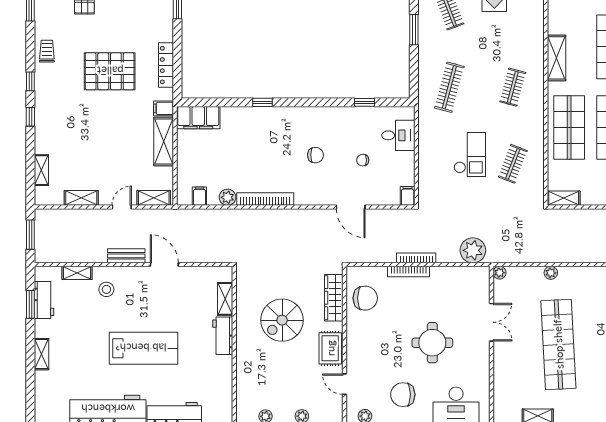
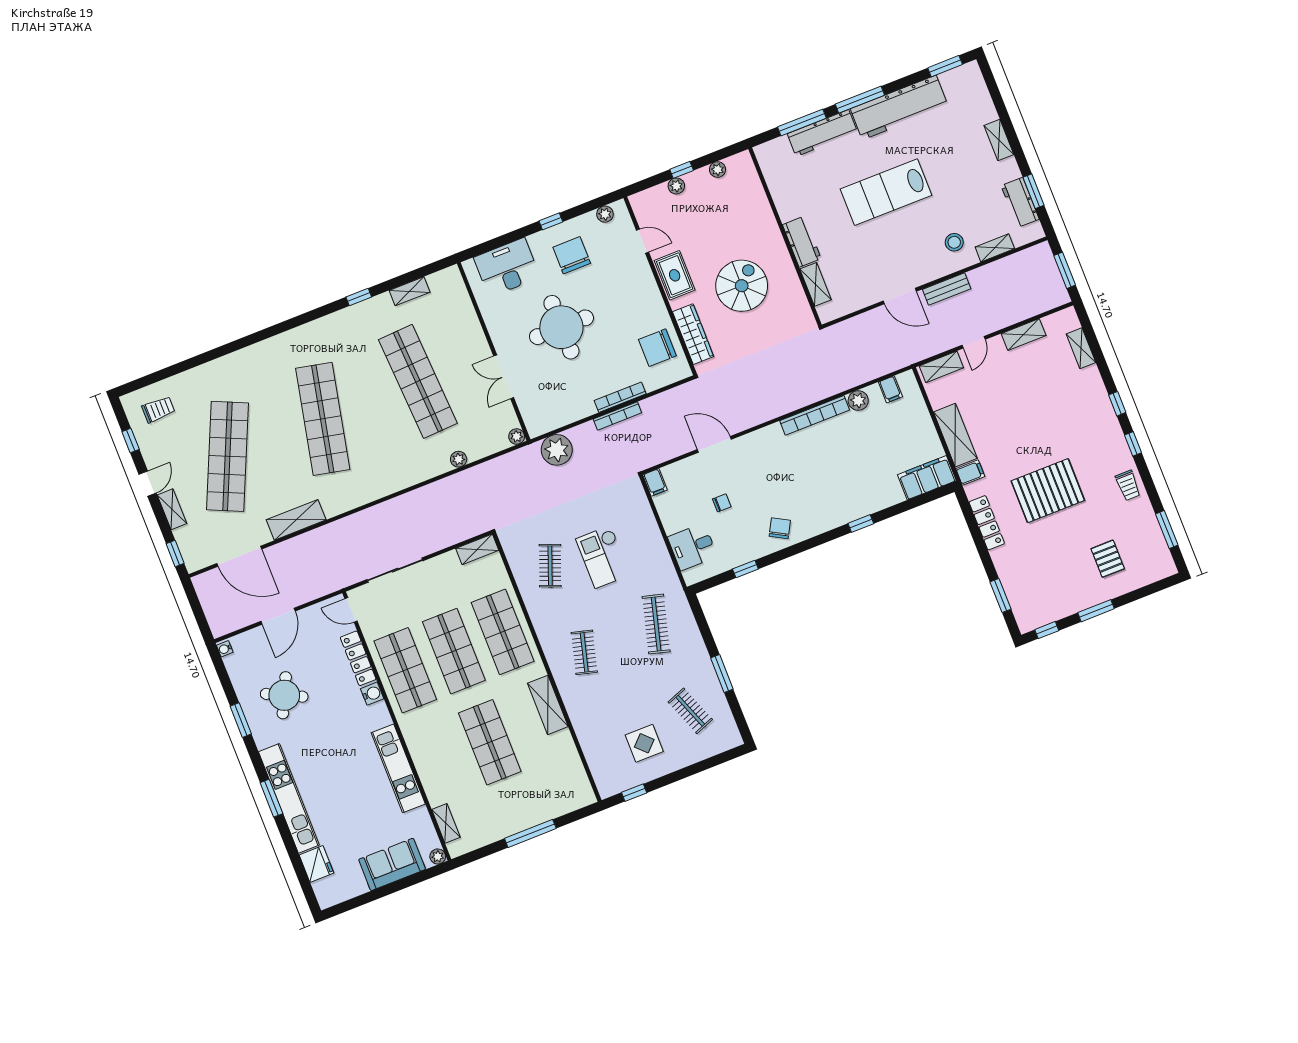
chair: (316, 155) -> (780, 528), moved, turned 119
round table: (432, 343) -> (561, 327), width x1.36, depth x1.36
chair: (403, 395) -> (572, 255), turned -90

